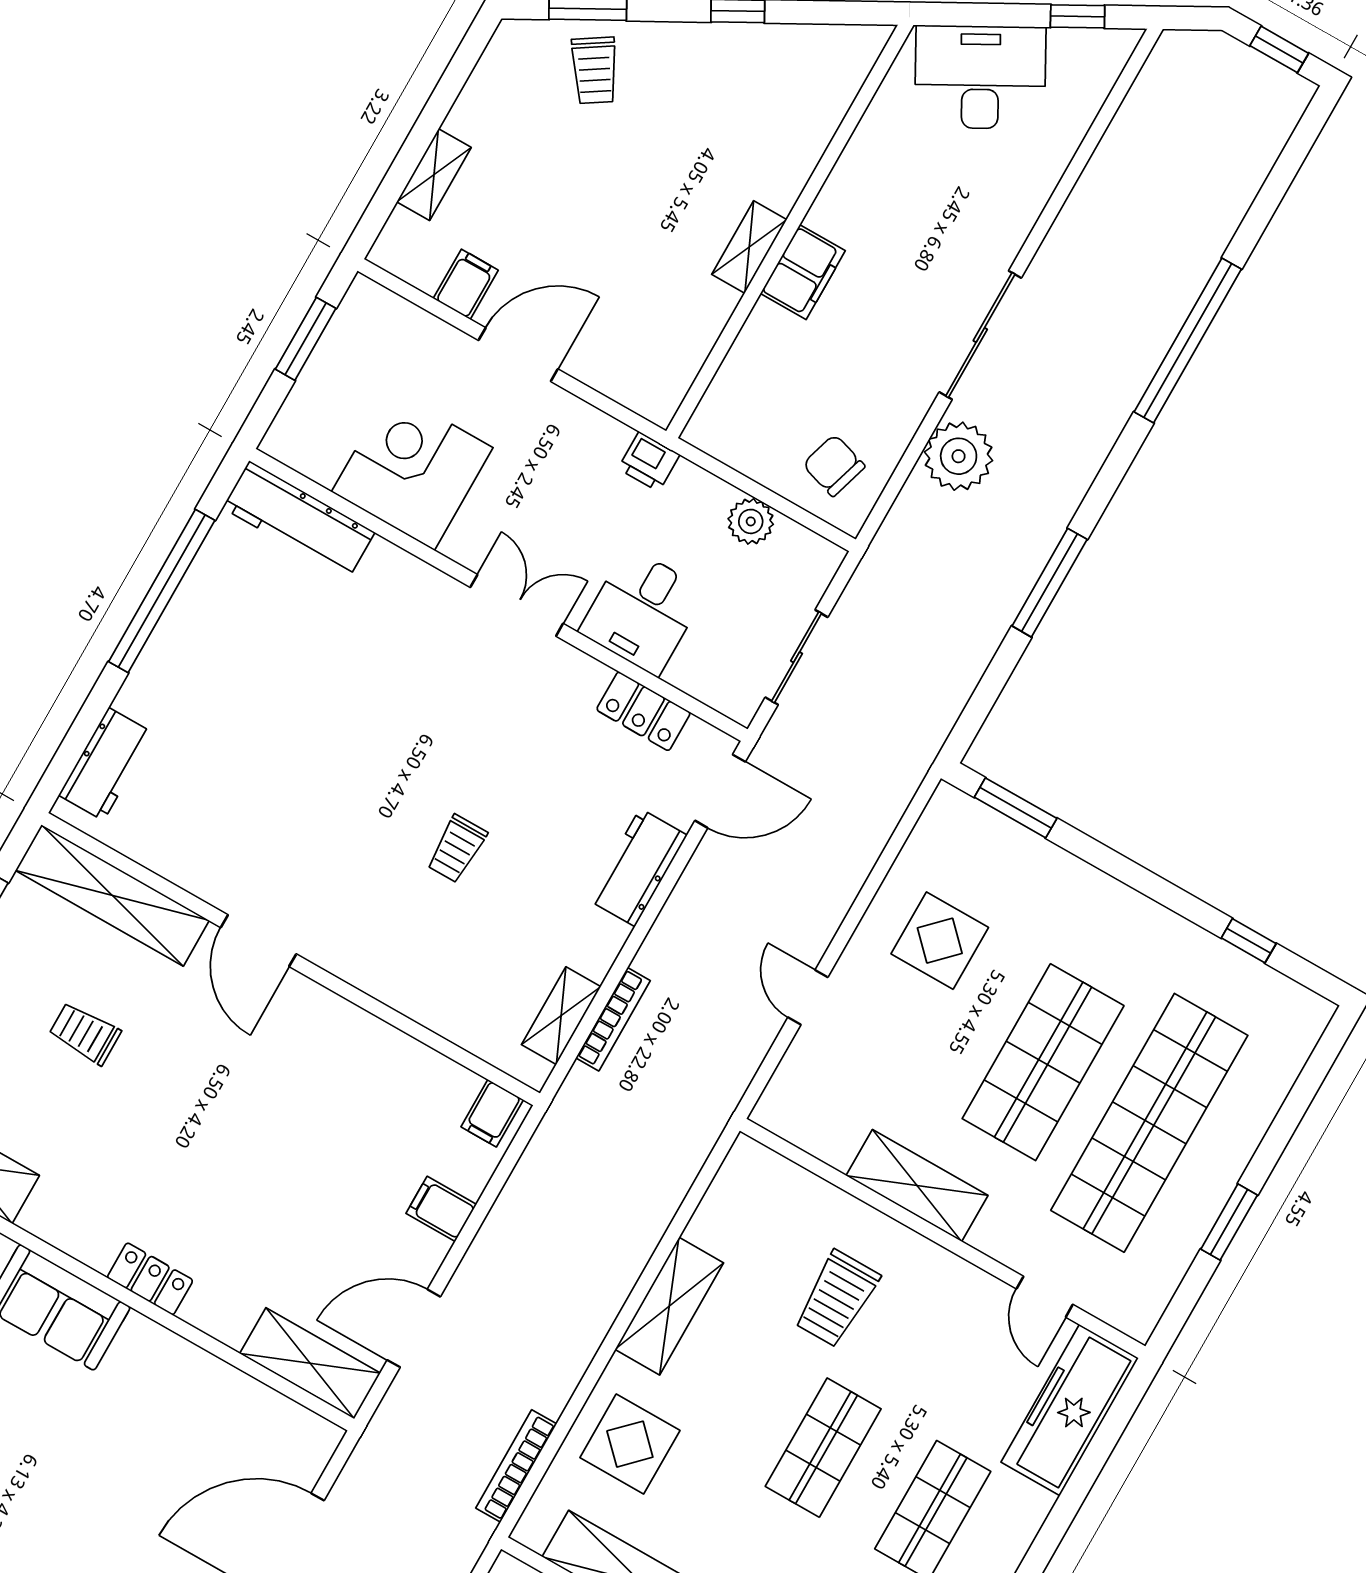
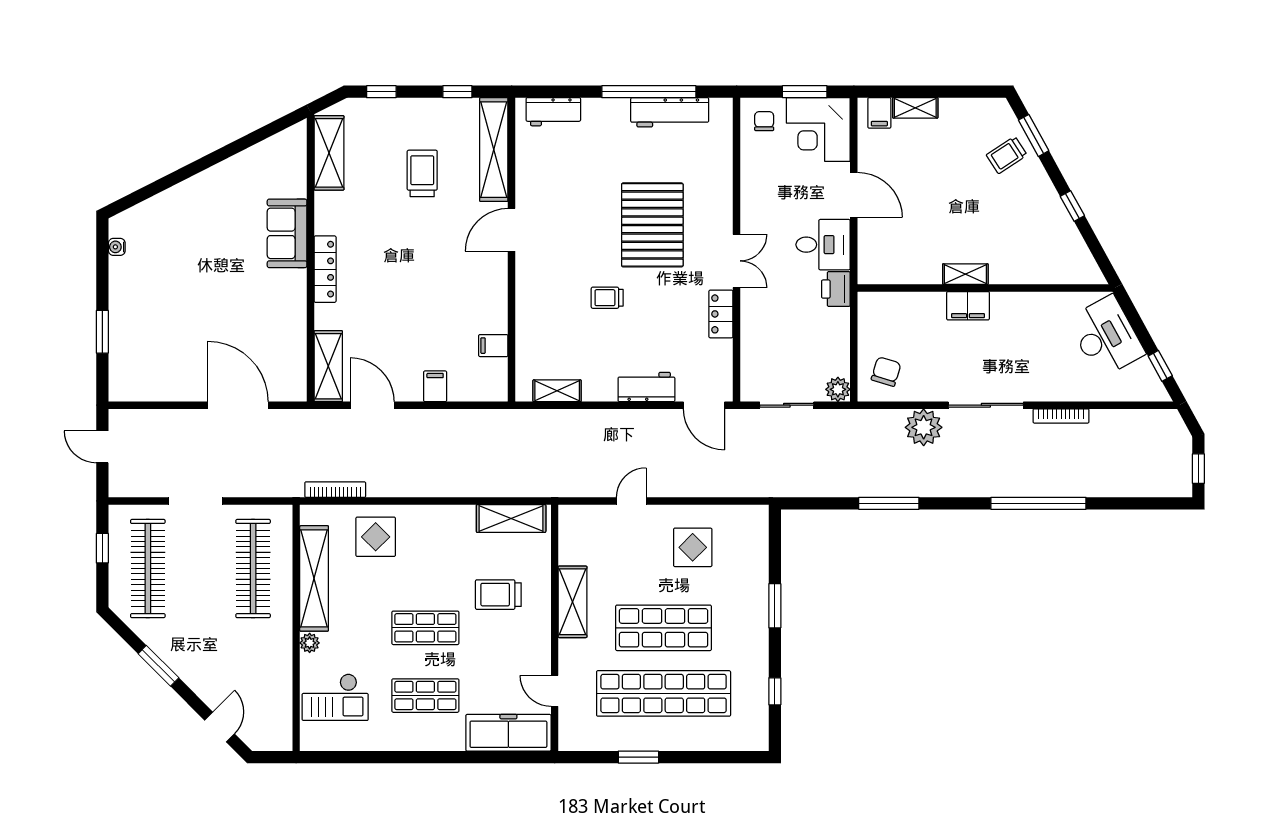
filing cabinet: (466, 284) -> (879, 113), moved, turned 90
chair: (316, 431) -> (764, 121), added
printer: (649, 462) -> (836, 289), width x1.36, depth x1.24
corner desk: (412, 470) -> (818, 130), moved, turned 180
workbench: (299, 520) -> (670, 112), moved, turned -90
plant: (751, 521) -> (838, 389), moved
desk: (643, 611) -> (823, 245), moved, turned 180
pallet: (381, 708) -> (652, 225), added
locker: (643, 711) -> (721, 314), moved
window: (1016, 808) -> (775, 606), moved
bookcase: (613, 1019) -> (1061, 416), moved
trolley: (85, 1033) -> (422, 173), width x1.36, depth x1.39
filing cabinet: (492, 1113) -> (493, 346), moved
locker: (150, 1279) -> (325, 269), width x1.53
door: (1045, 1297) -> (555, 691), hinge flipped
shelving: (669, 1306) -> (511, 518), moved

